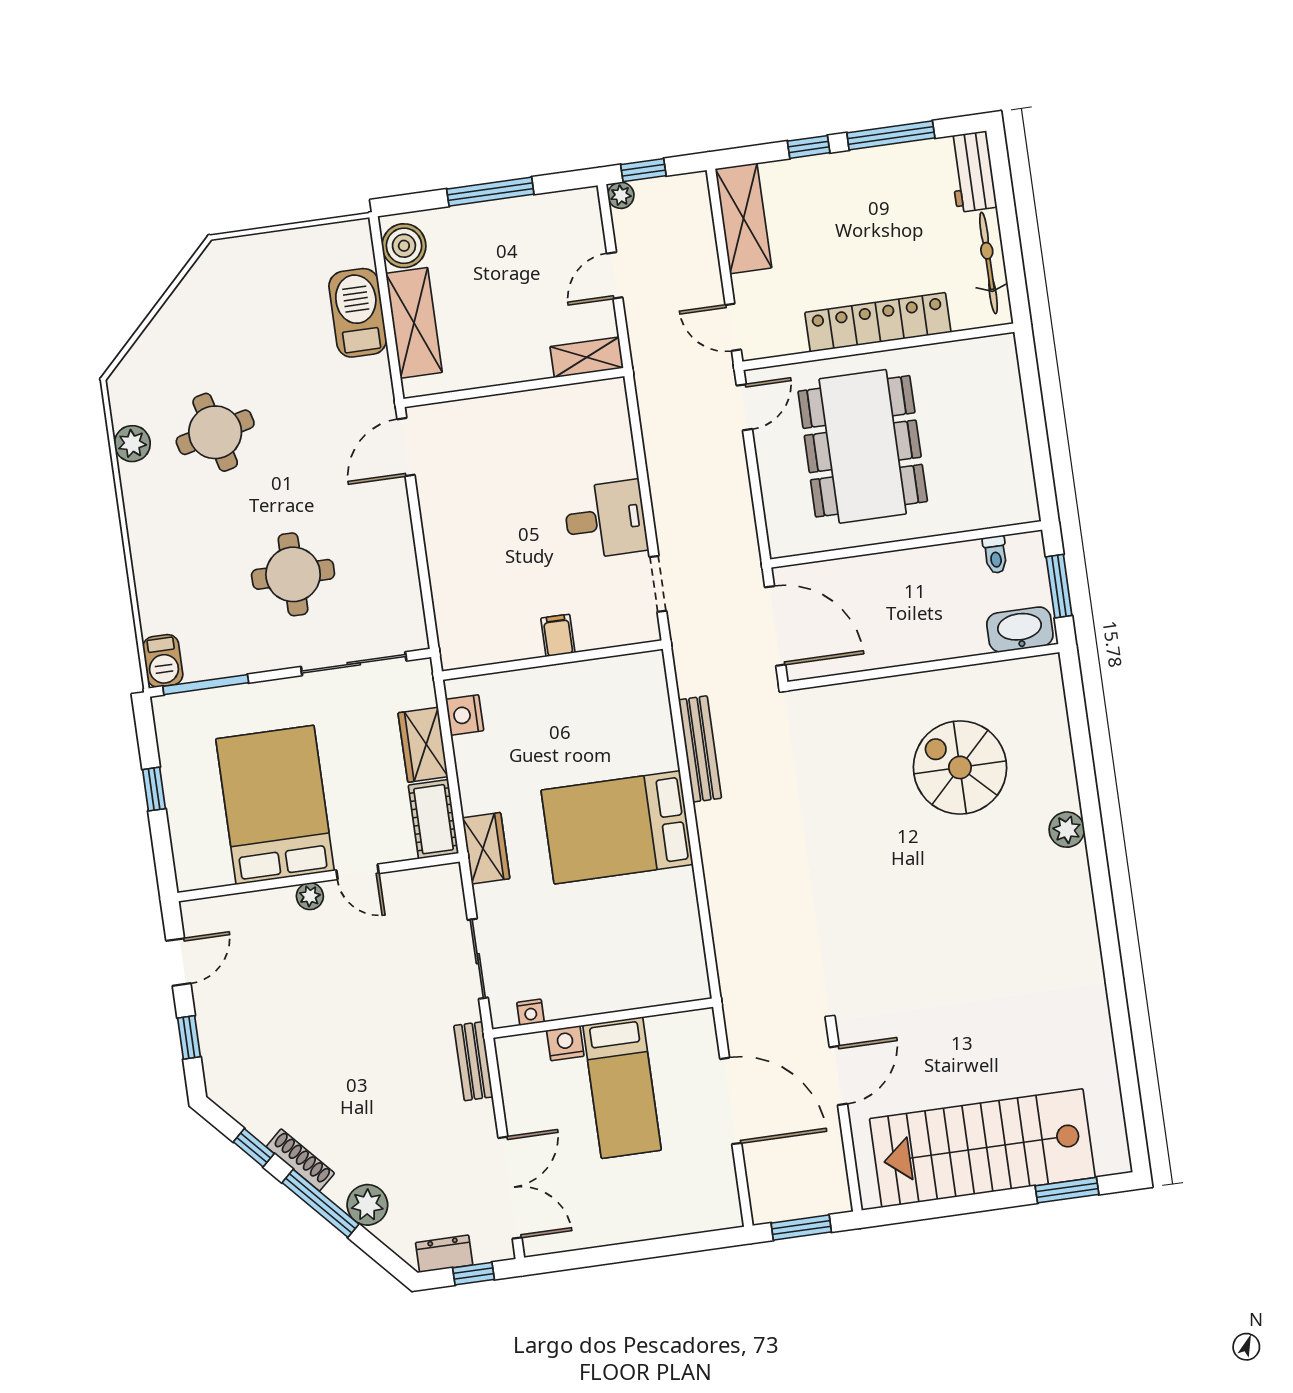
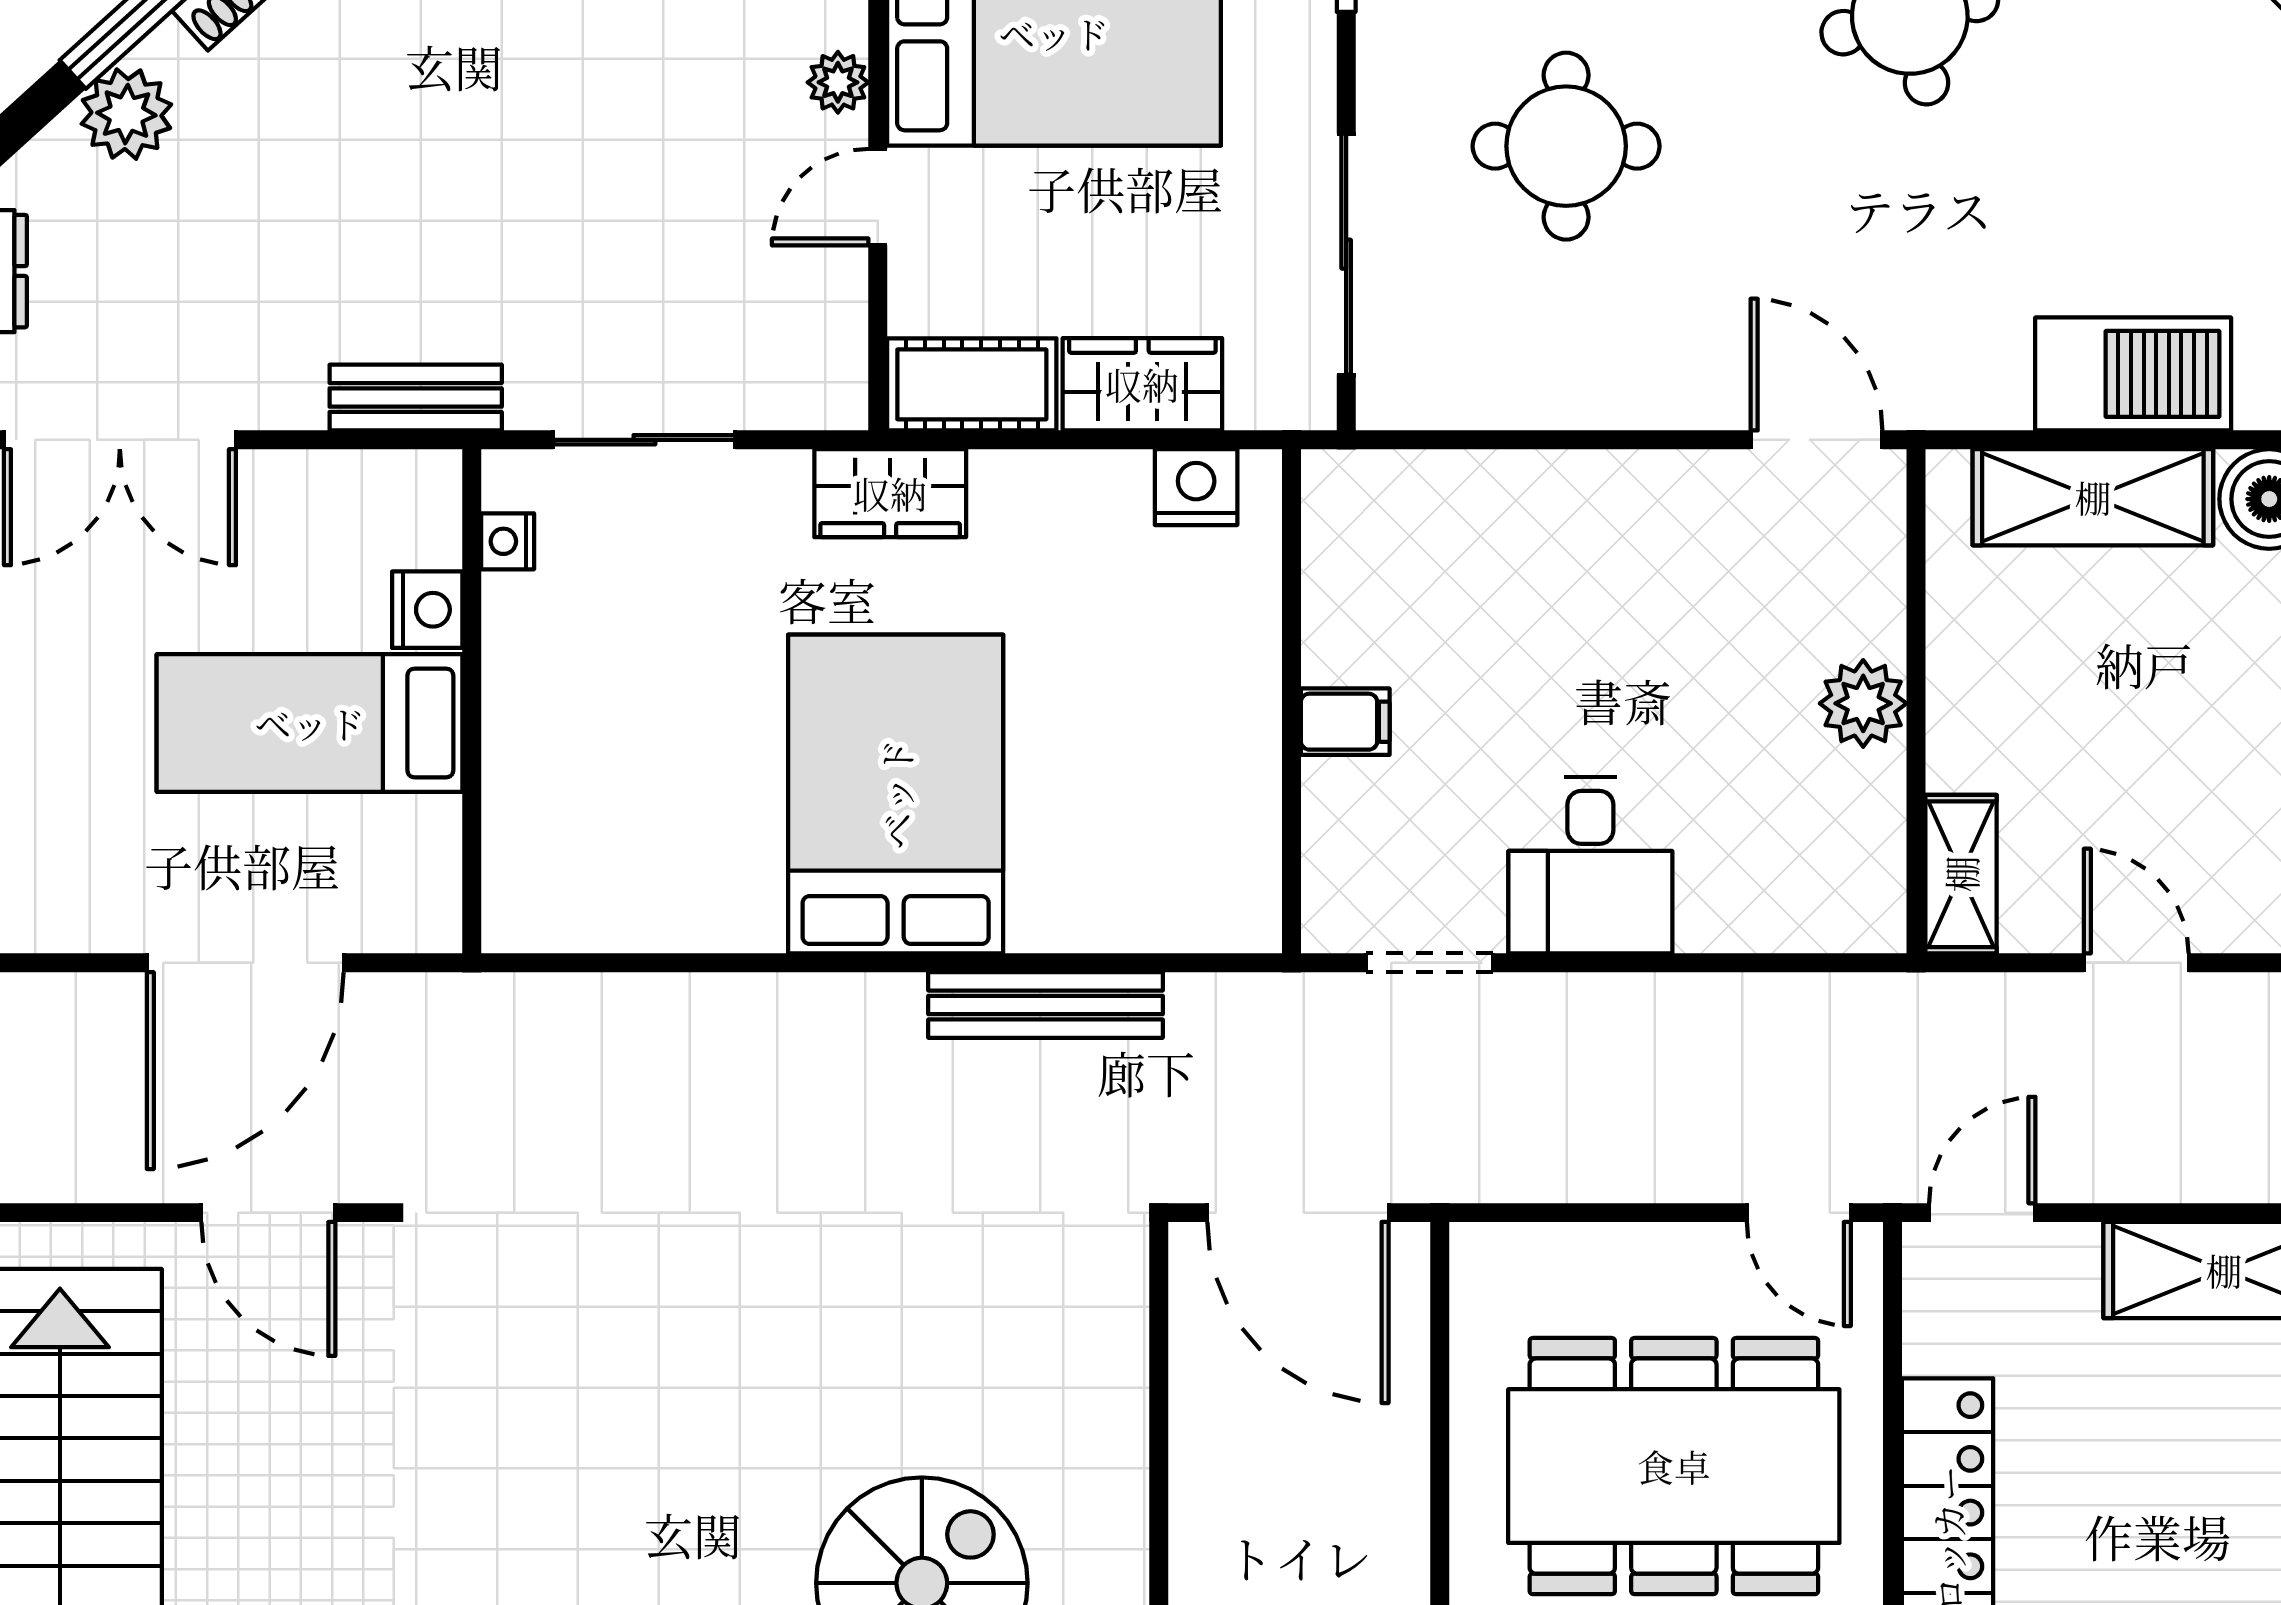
plant: (518, 410) -> (1863, 703), added
door: (775, 626) -> (1298, 1213), hinge flipped

